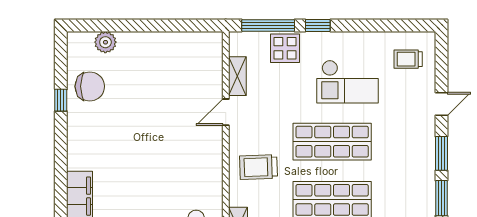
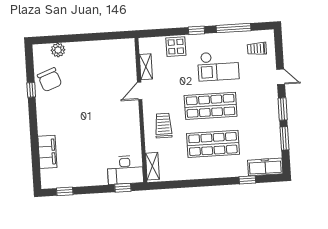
window: (268, 26) -> (233, 28), moved
chair: (90, 86) -> (50, 80), turned 70
door: (441, 104) -> (281, 77), hinge flipped
trolley: (259, 167) -> (163, 126), turned 92

